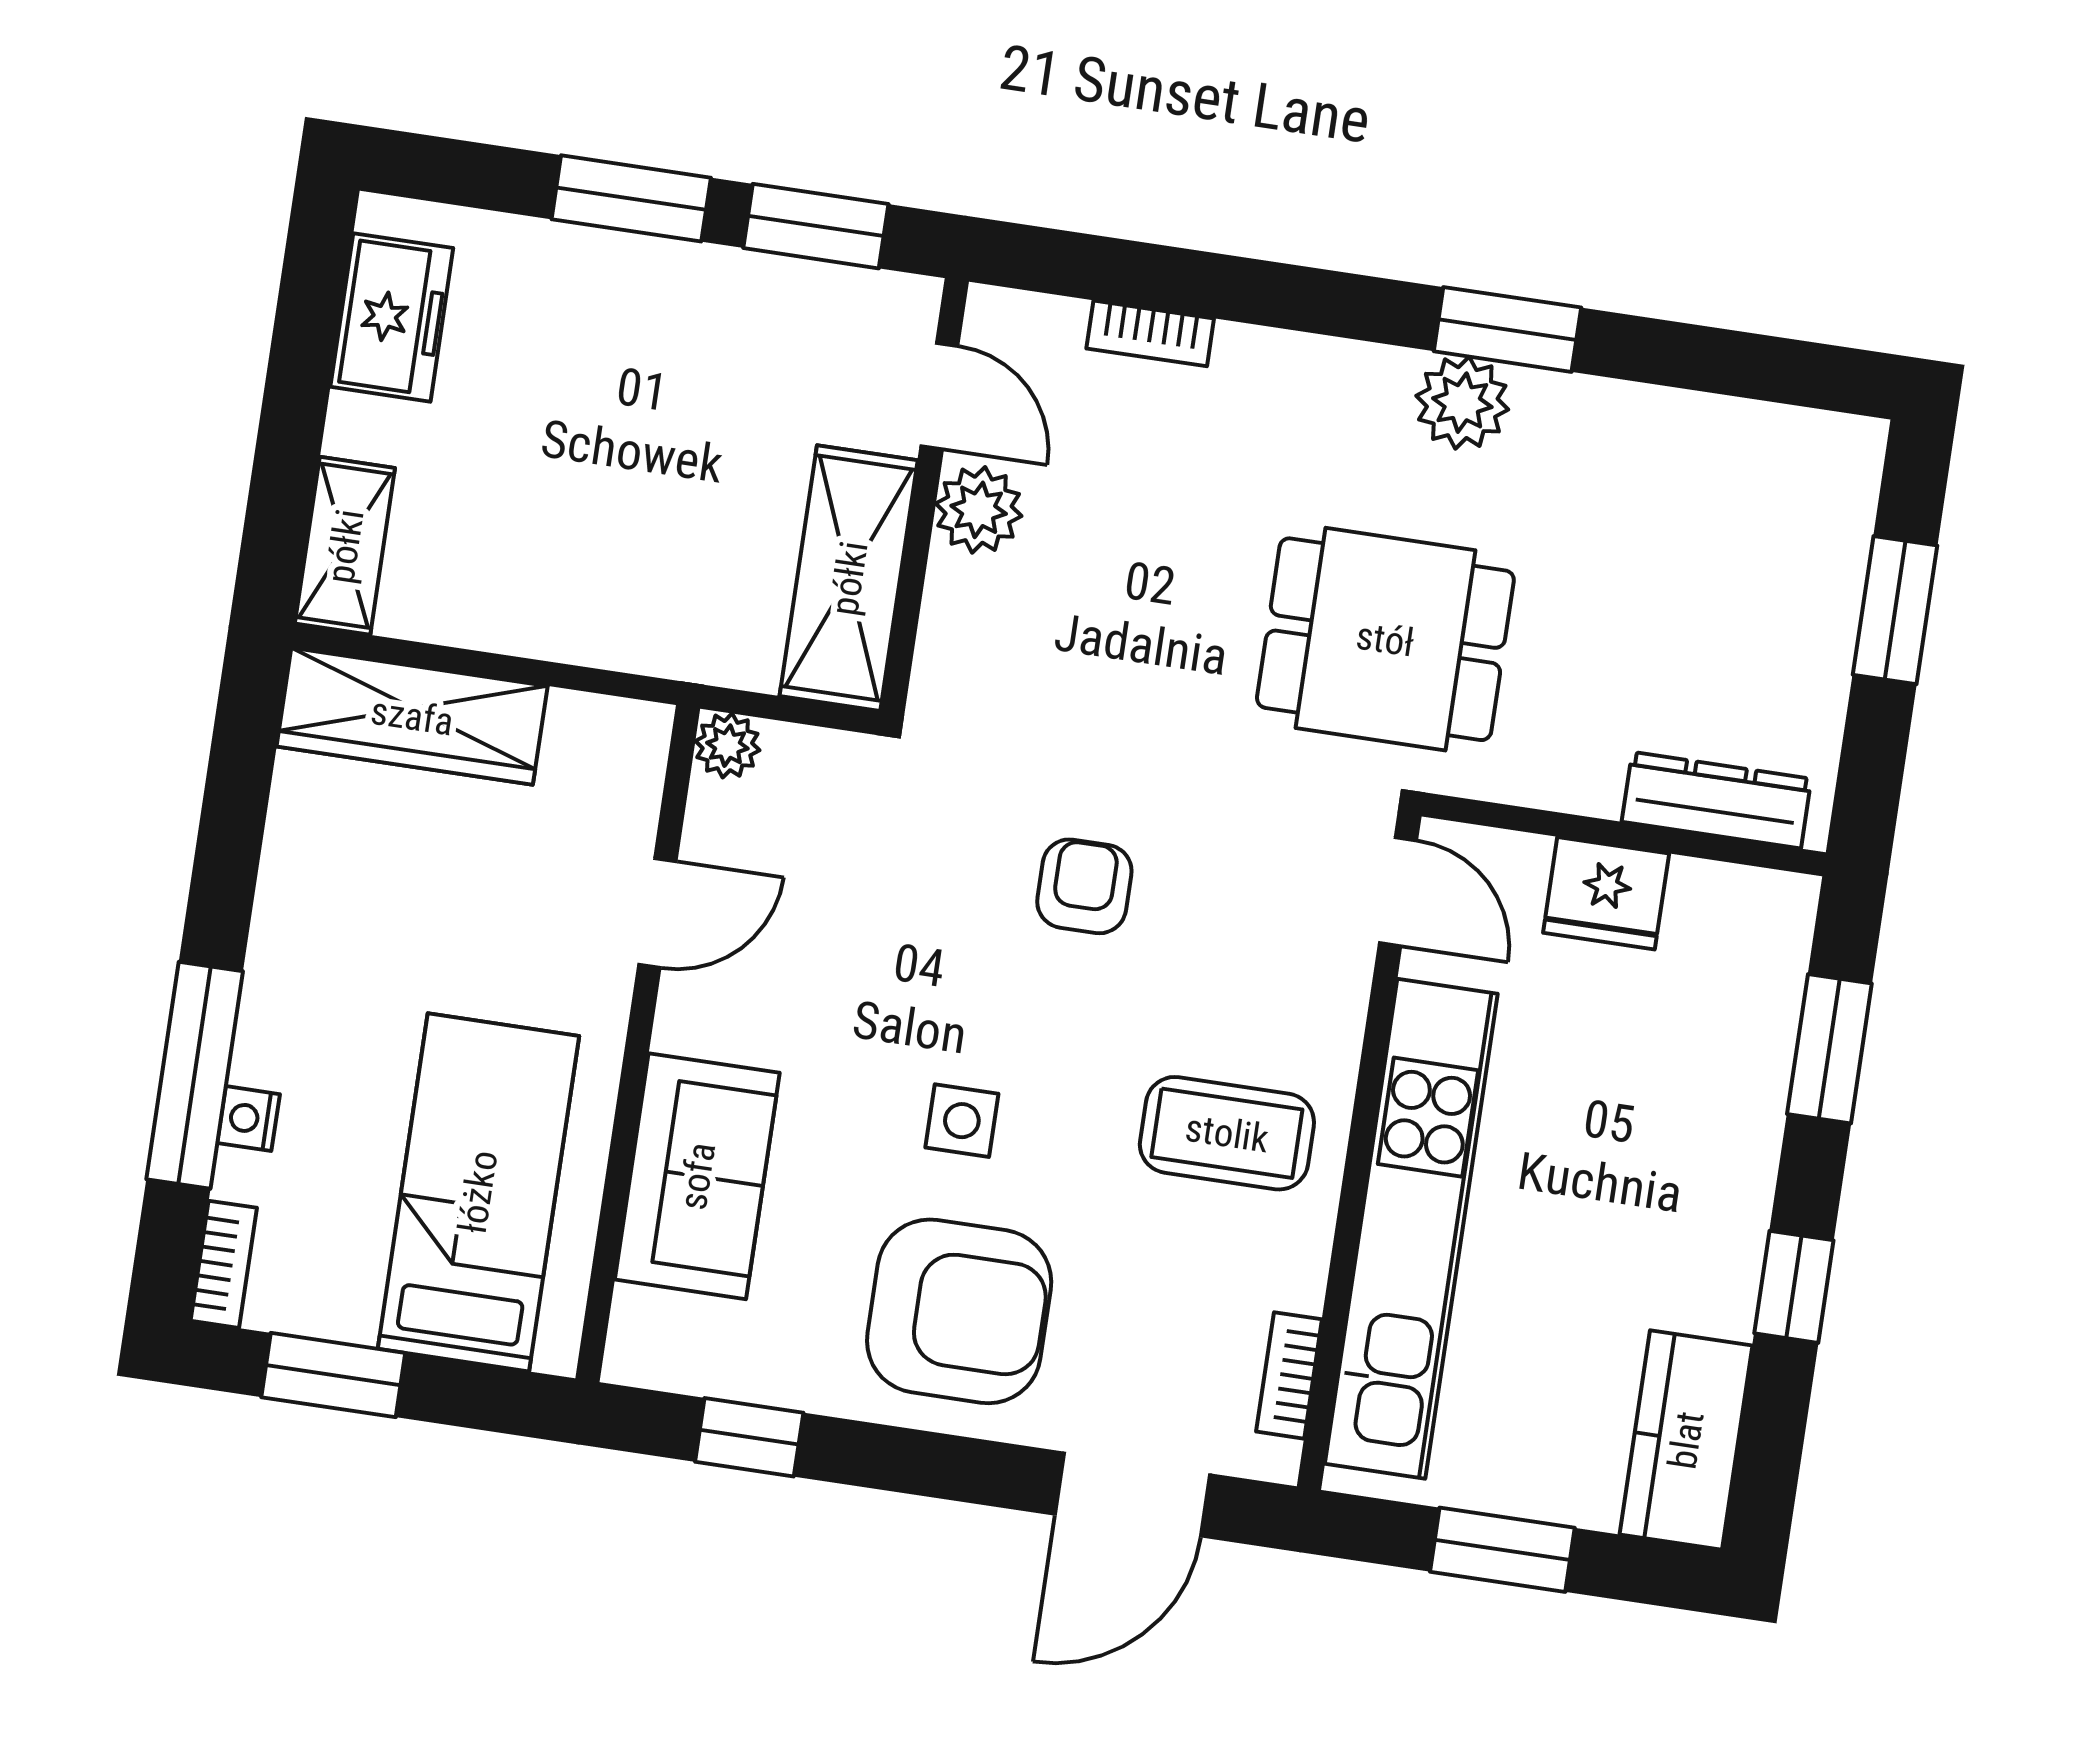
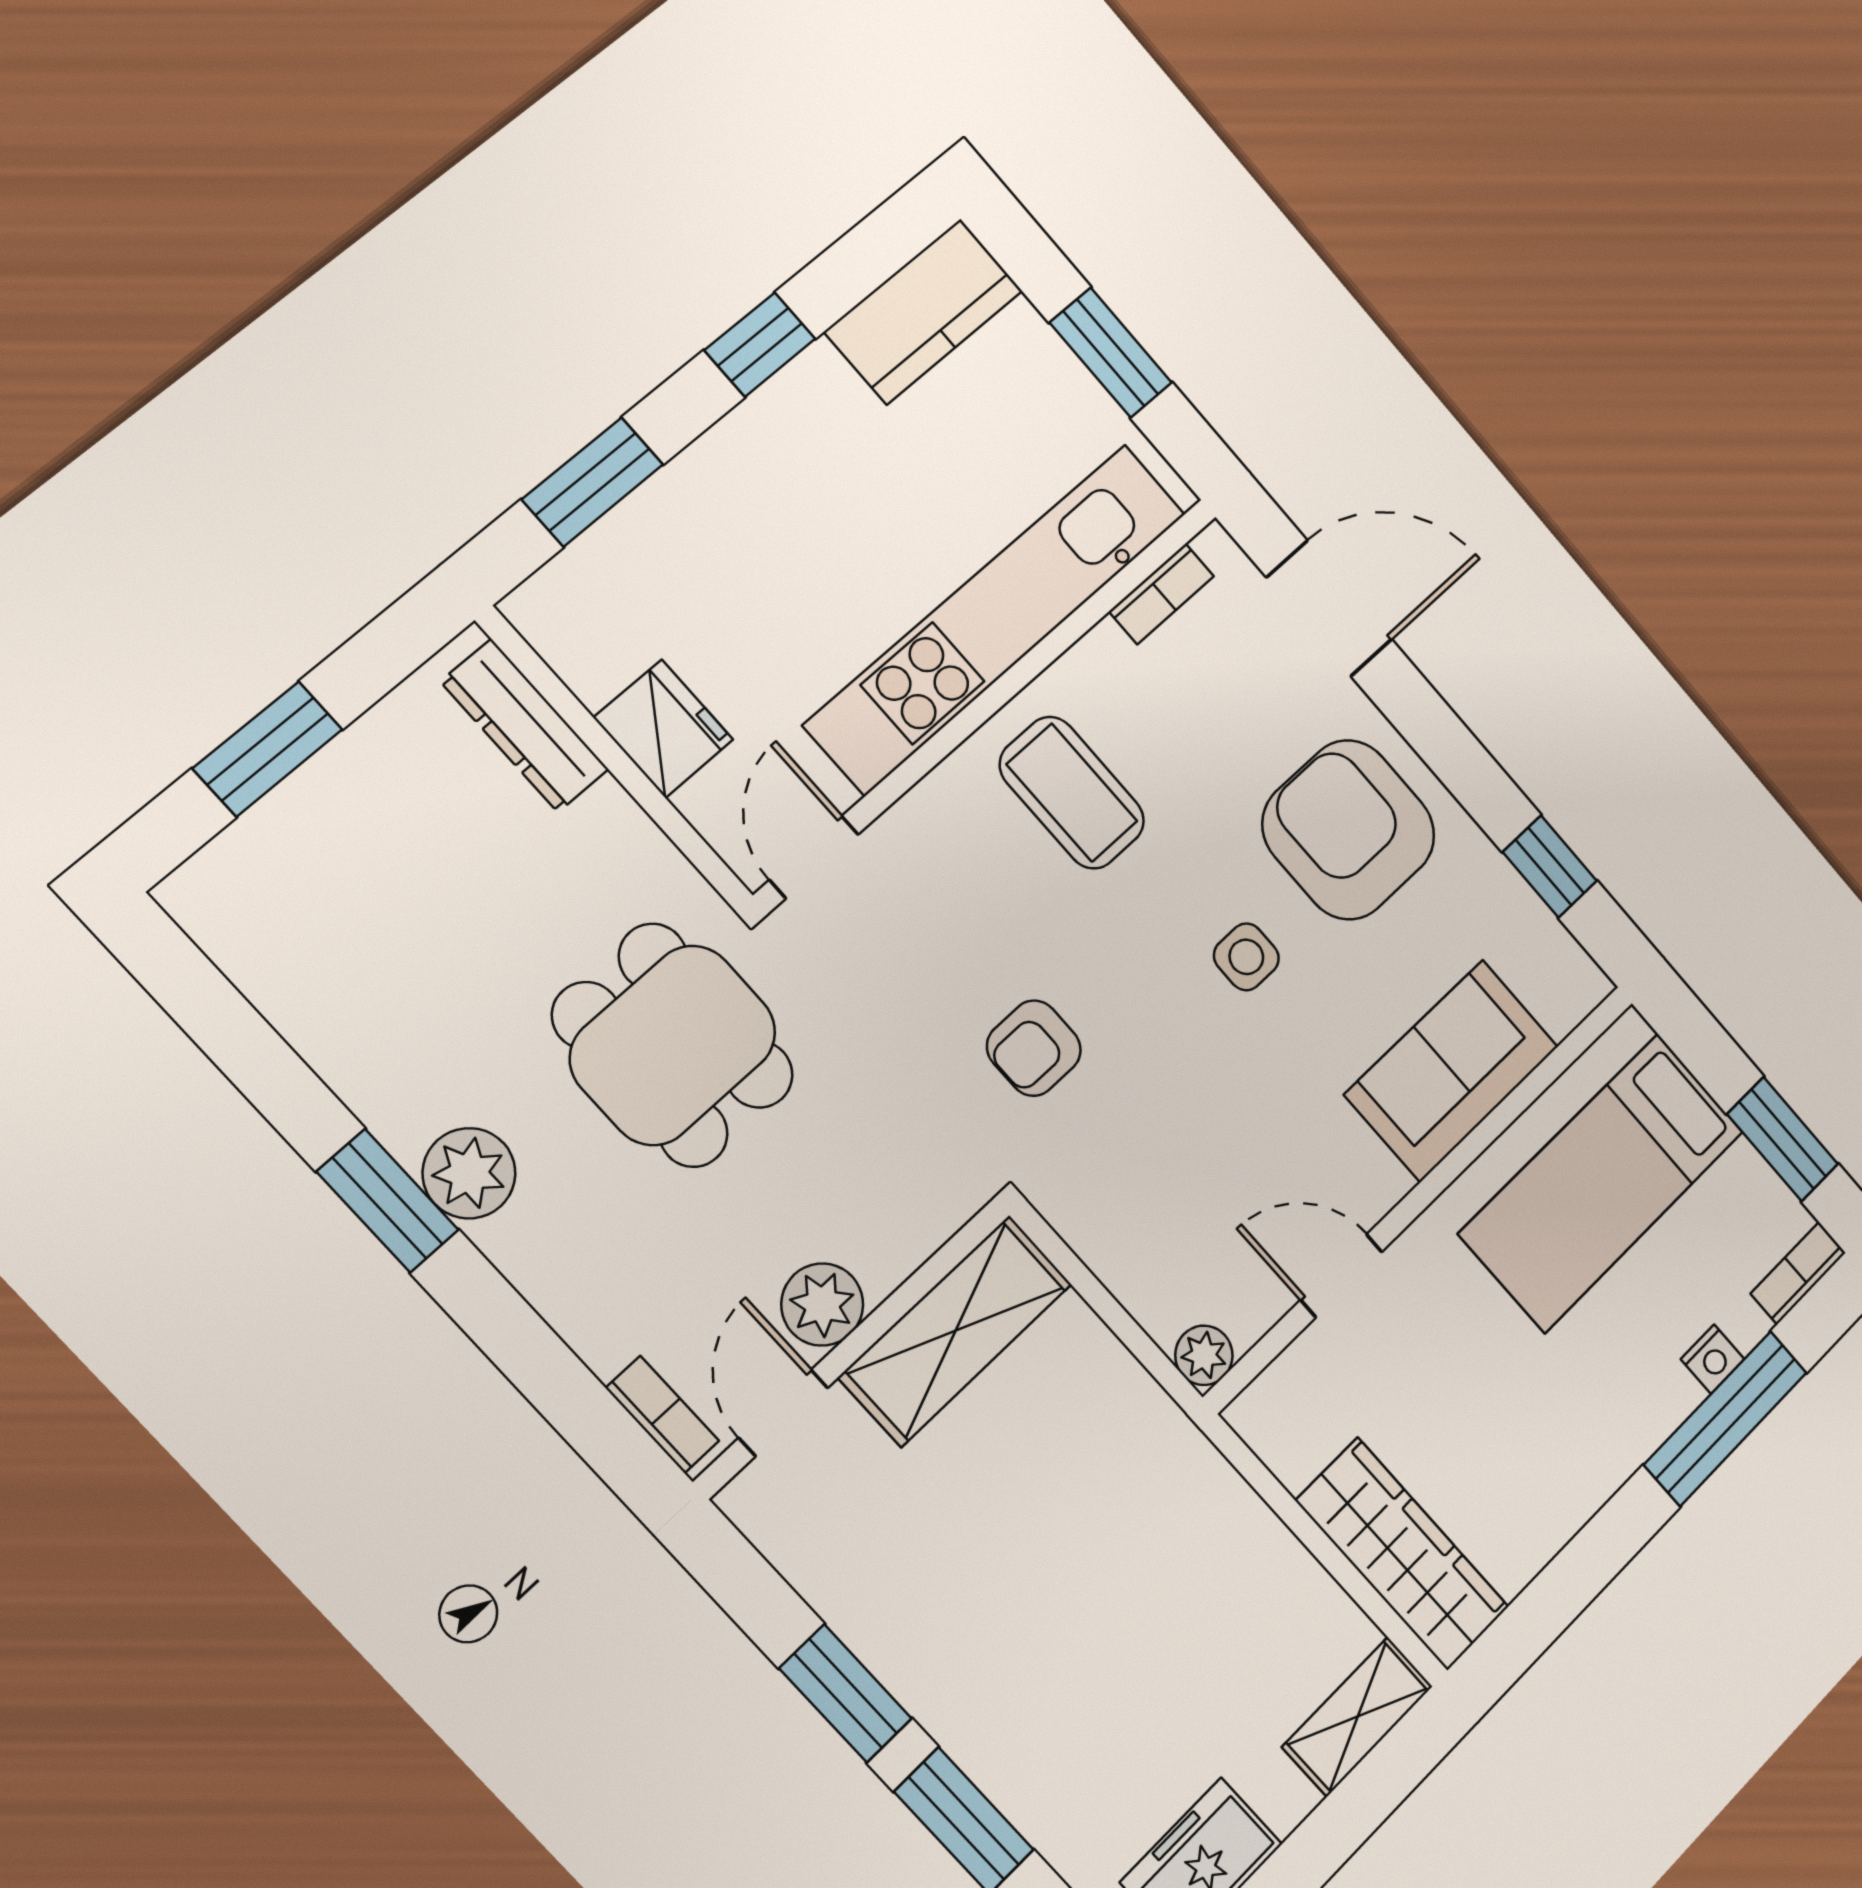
door: (939, 396) -> (783, 1413), moved
wall: (924, 496) -> (854, 1346), moved
plant: (979, 510) -> (822, 1304), moved
shelving: (849, 578) -> (956, 1330), moved

